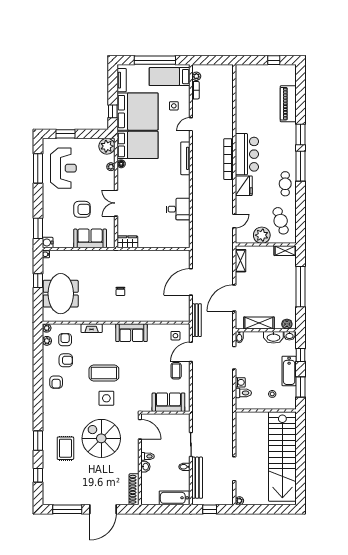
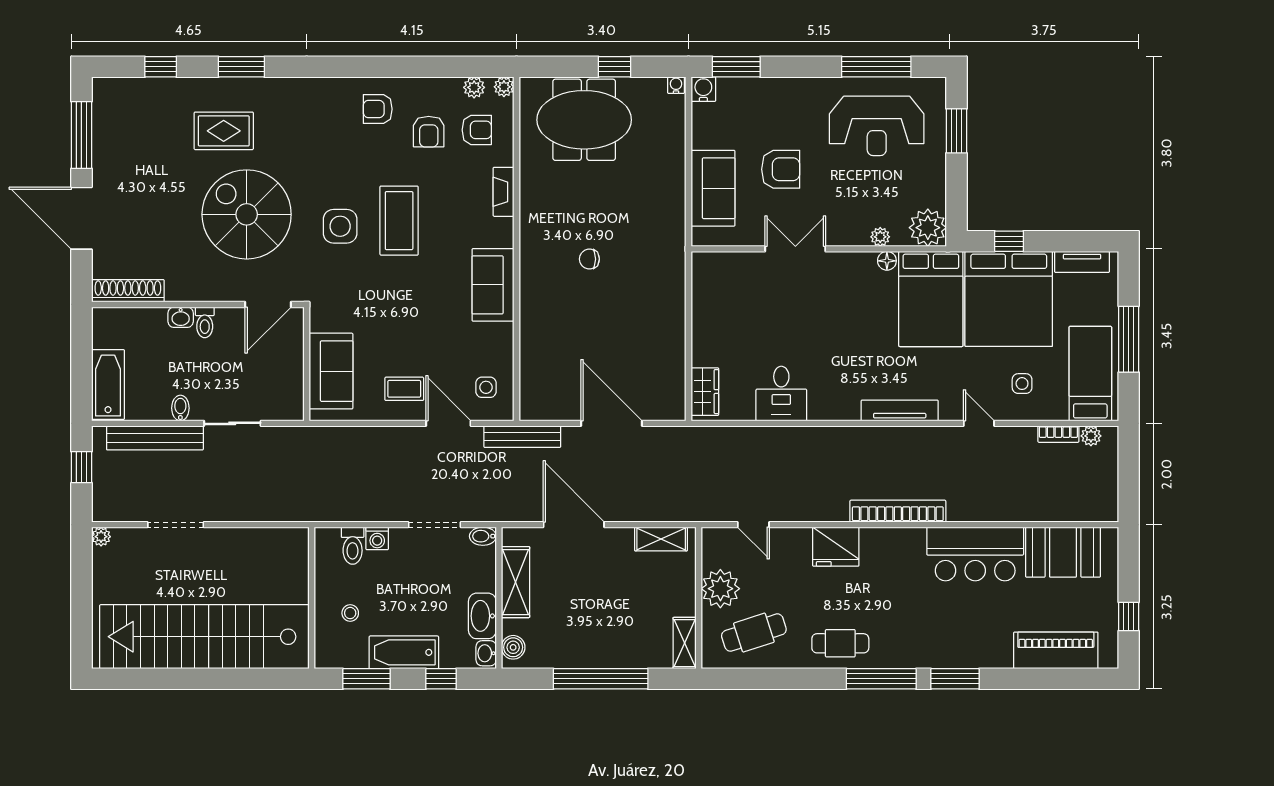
window: (155, 60) -> (1129, 339), width x0.68
booth: (246, 88) -> (1063, 552), added
piano: (288, 104) -> (1056, 650), moved
bar counter: (247, 154) -> (975, 554), moved
armchair: (82, 209) -> (781, 169), turned -90
wardrobe: (127, 242) -> (705, 392), moved
spiral stairs: (101, 438) -> (247, 214), turned -90

